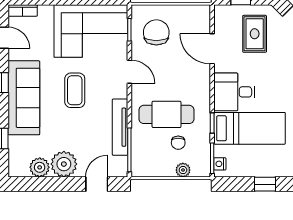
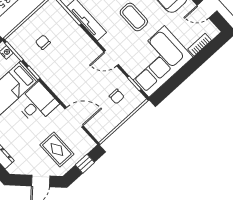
bookcase: (23, 11) -> (200, 45), moved
chair: (156, 32) -> (117, 96), width x0.54, depth x0.54
cafe table: (166, 114) -> (66, 53), removed
plant: (183, 170) -> (25, 28), removed

